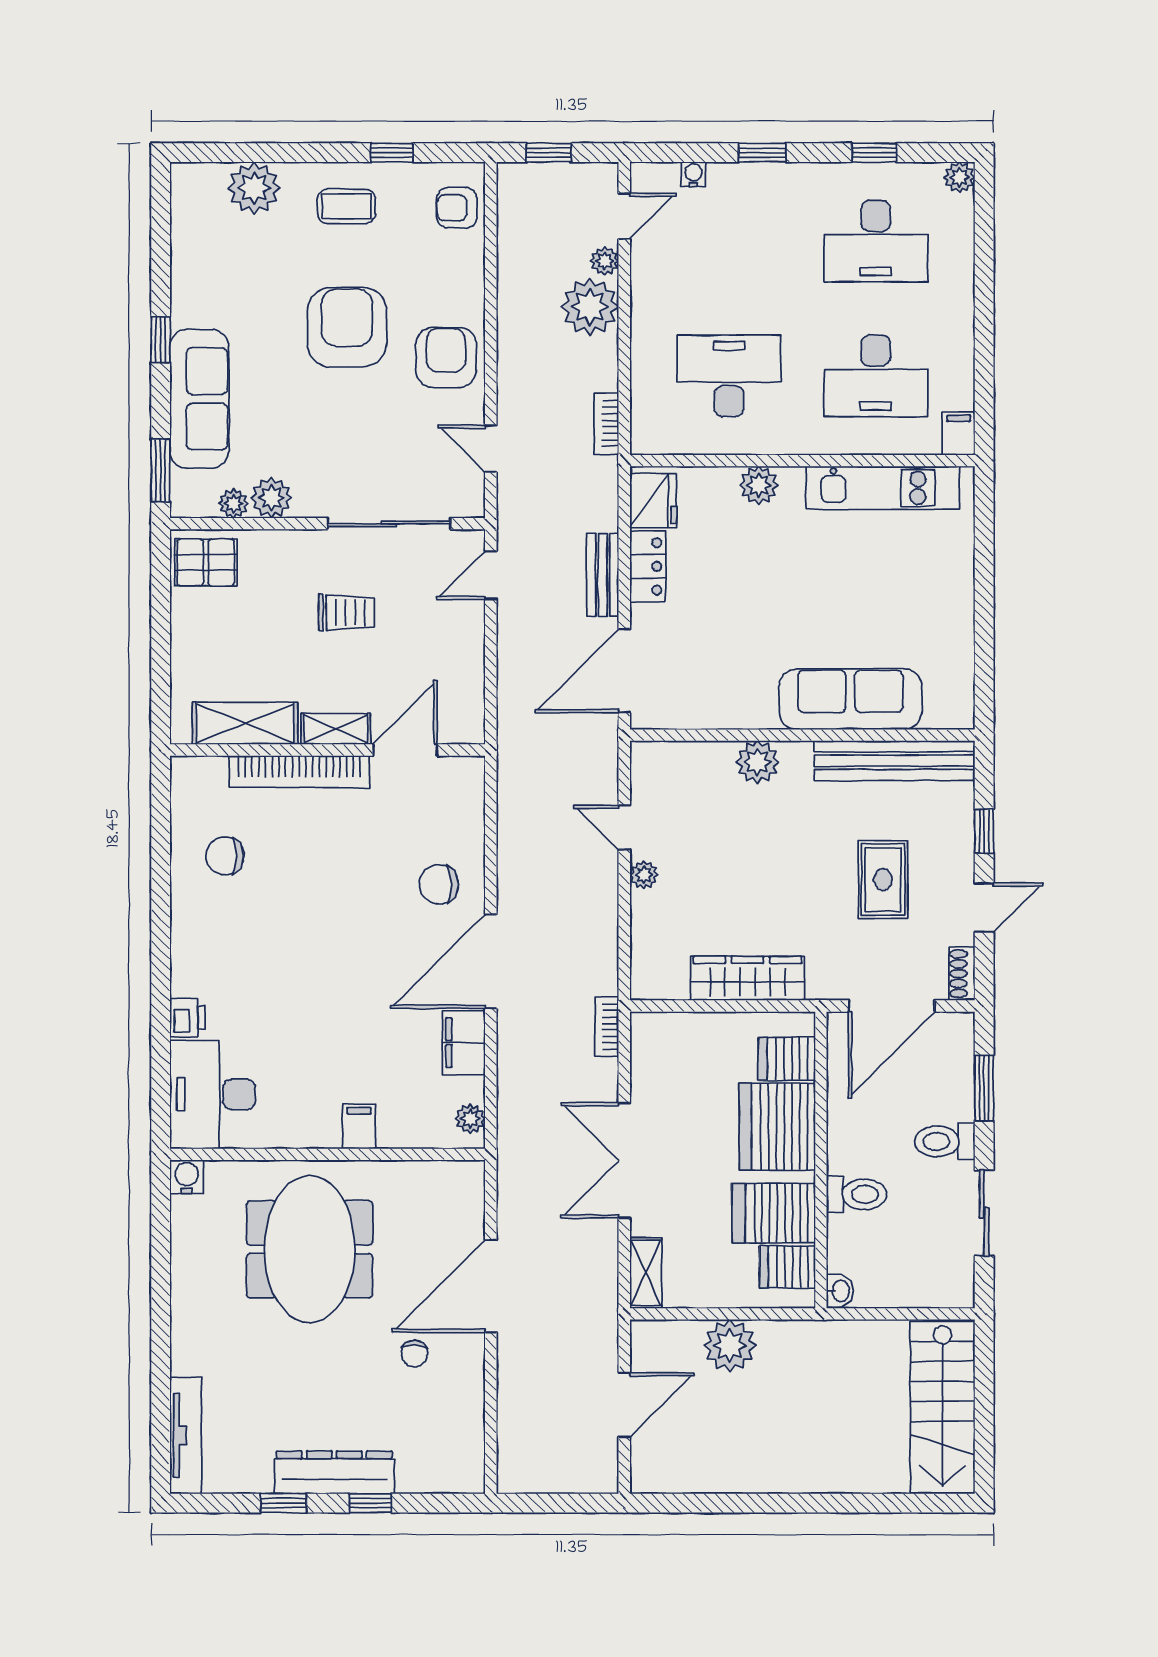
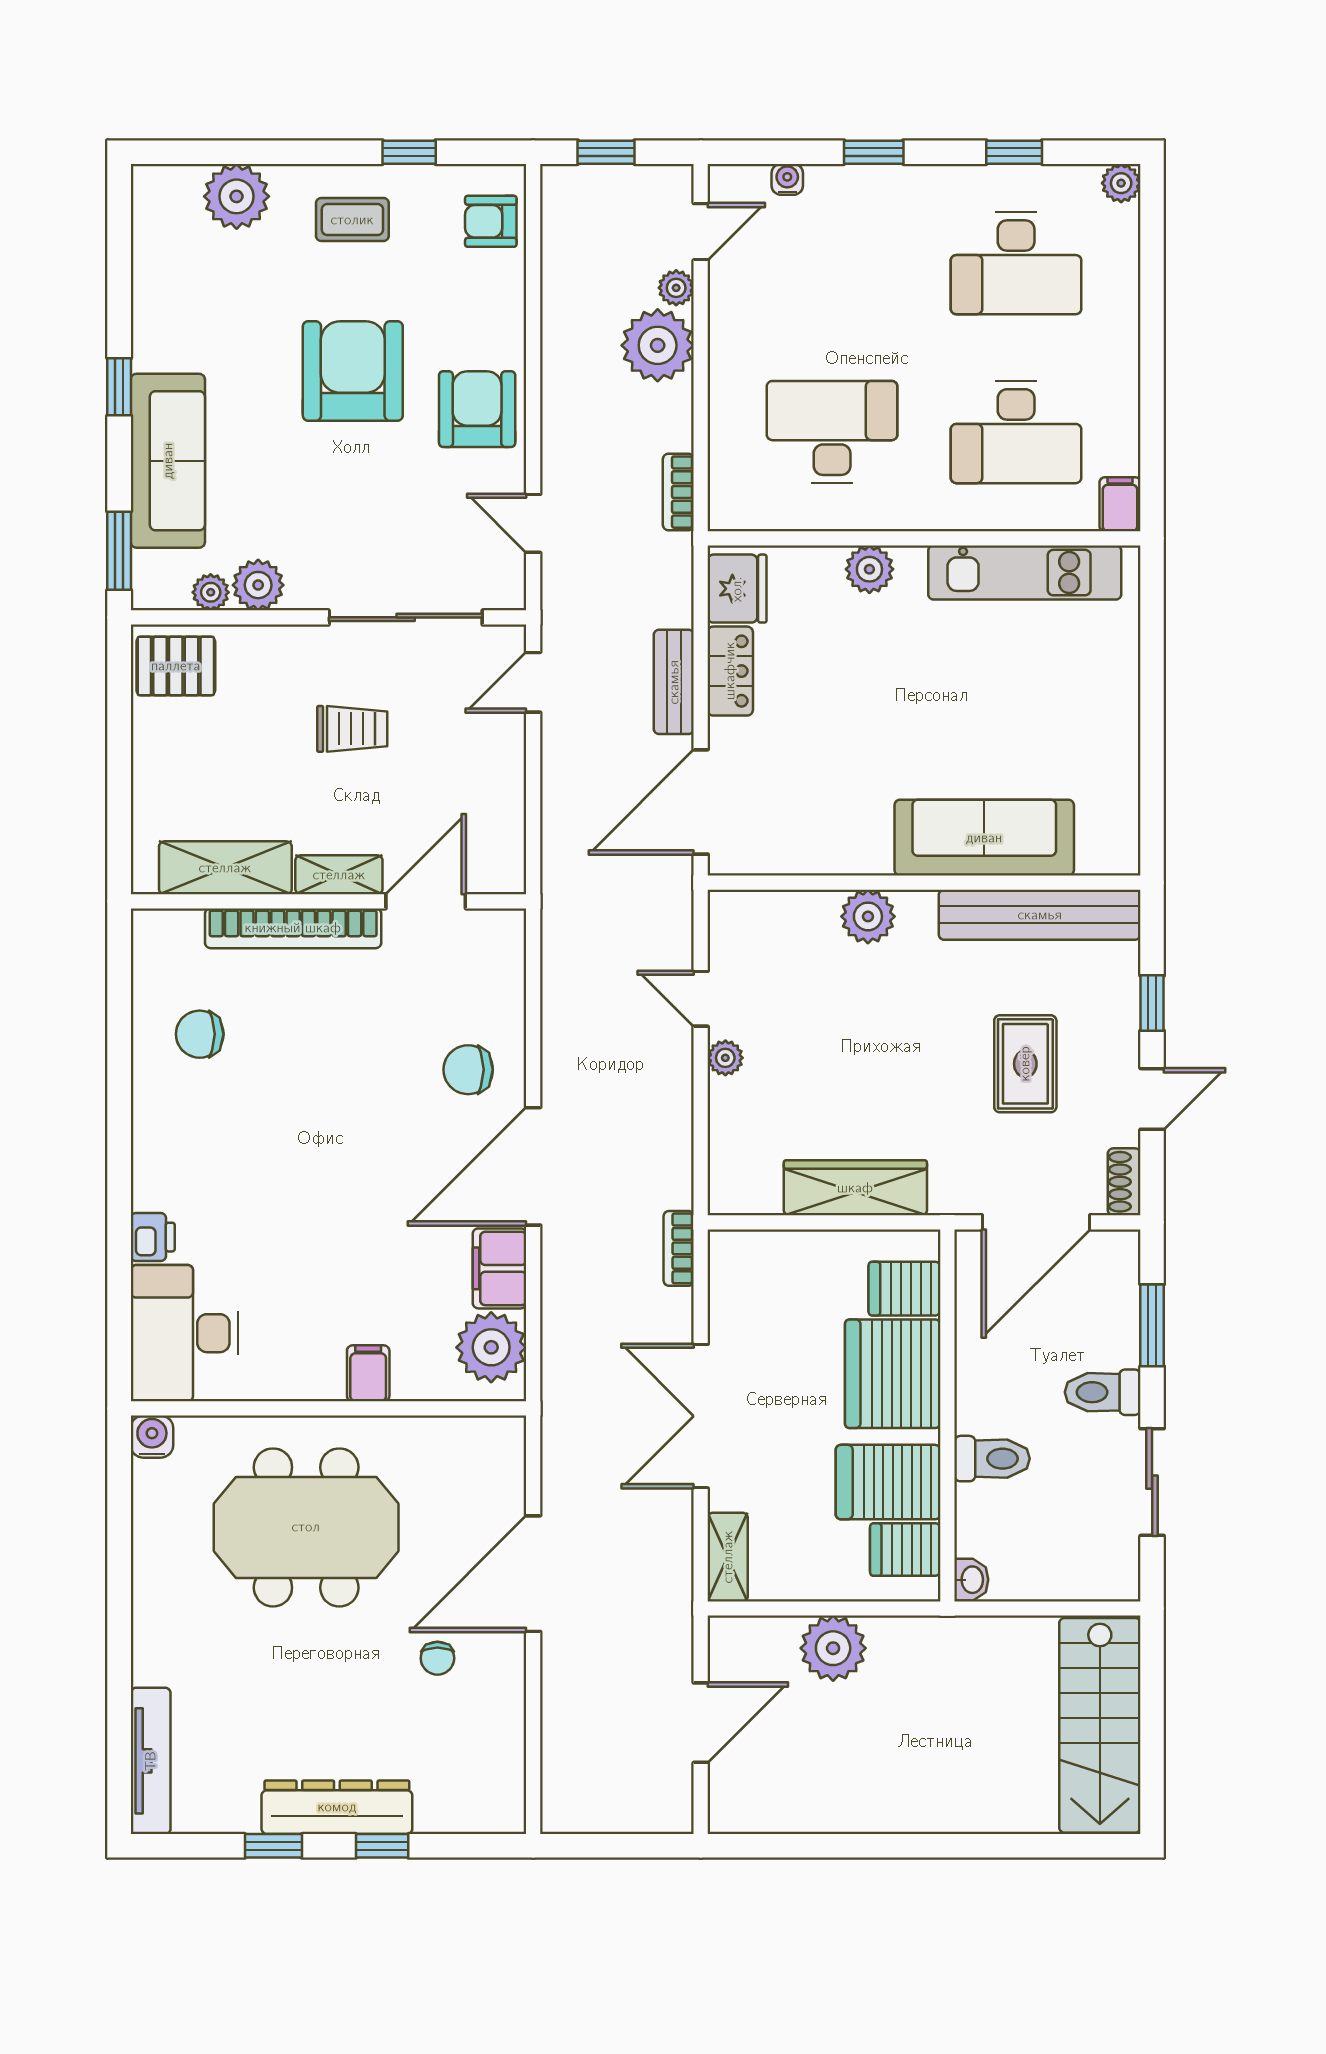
plant: (470, 1119) -> (491, 1347), width x1.87, depth x1.87
meeting table: (310, 1249) -> (306, 1527), turned 90

